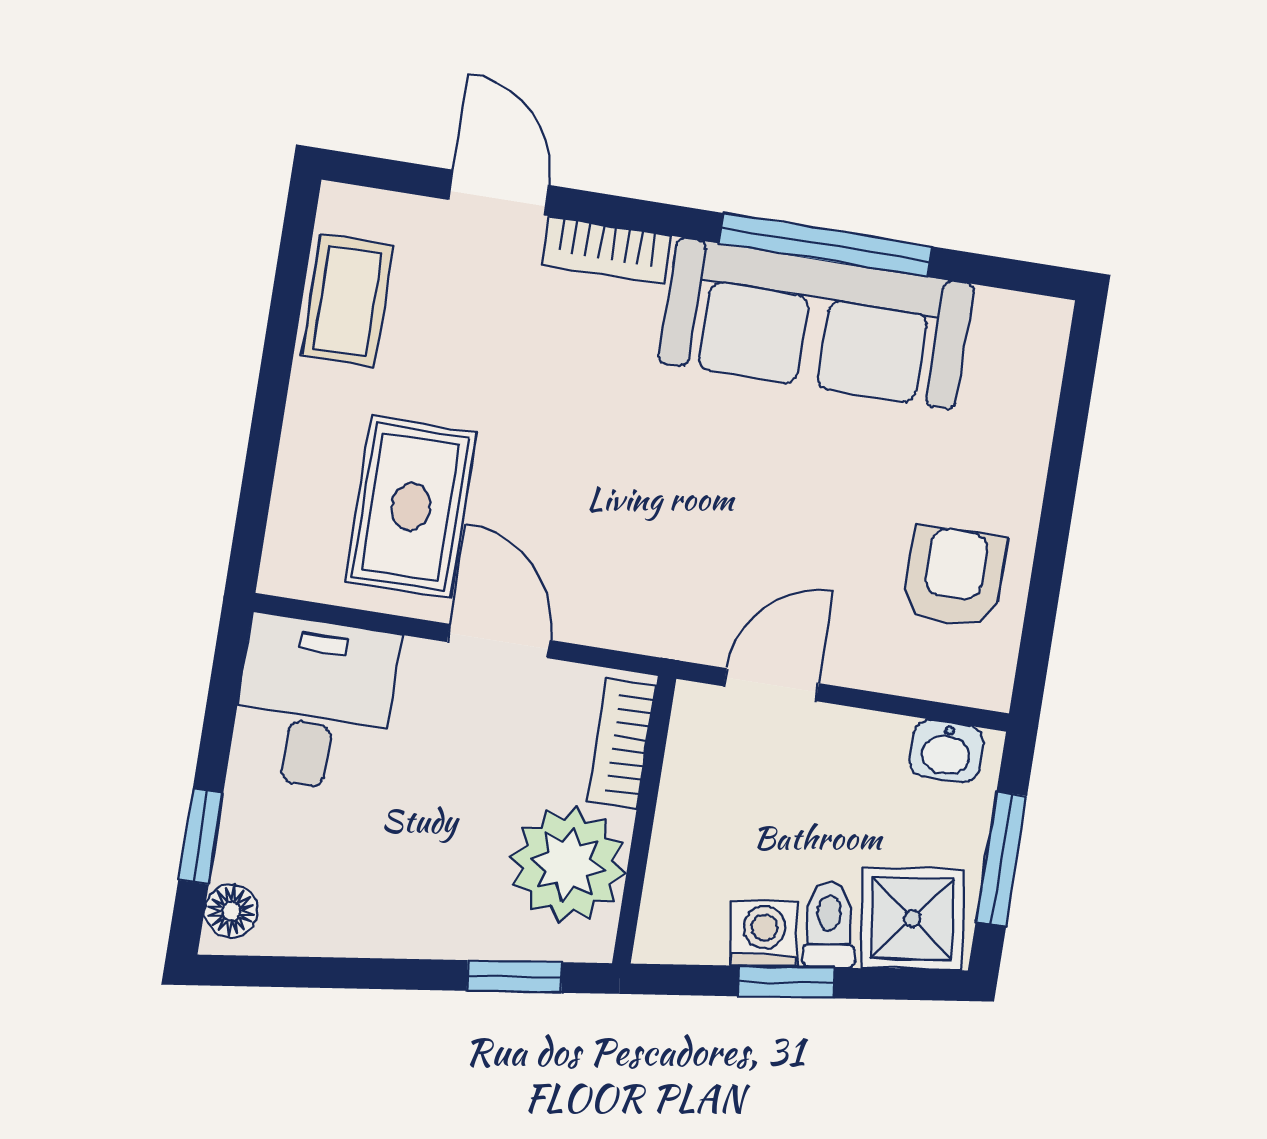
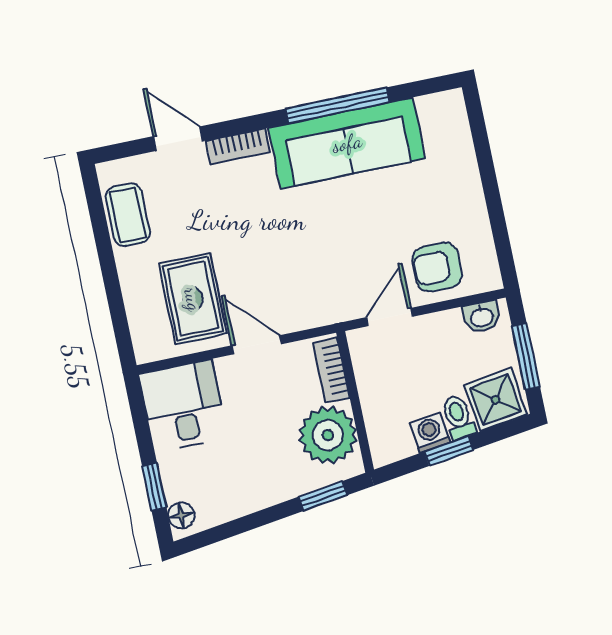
armchair: (954, 577) -> (437, 267), moved, turned -90

